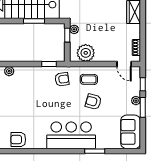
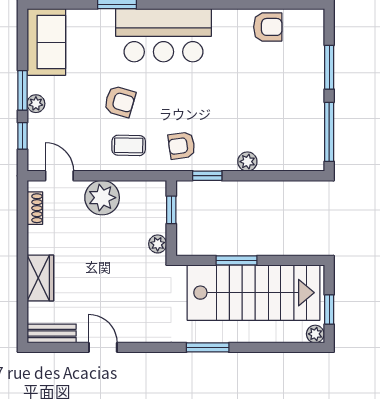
window: (67, 35) -> (171, 210), moved
plant: (86, 53) -> (102, 198), moved
plant: (9, 71) -> (247, 162), moved

